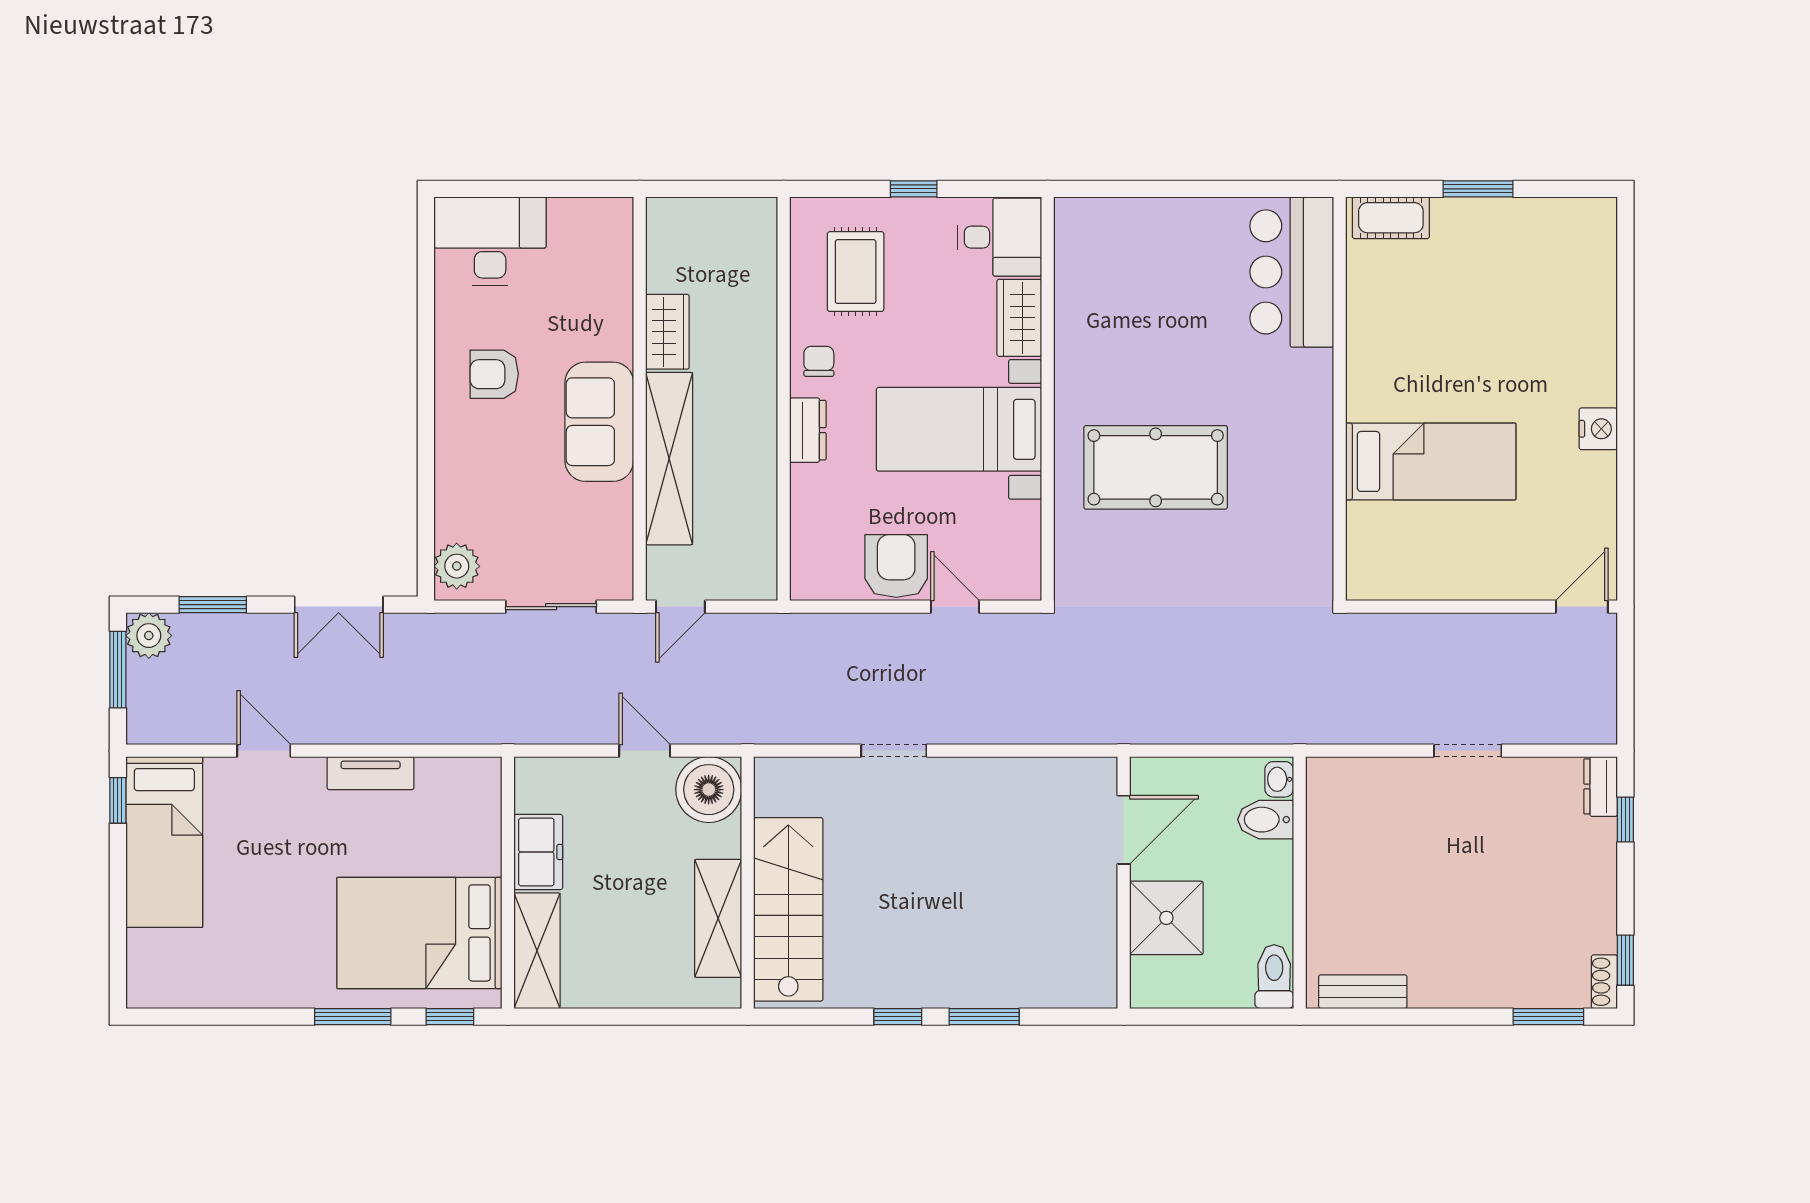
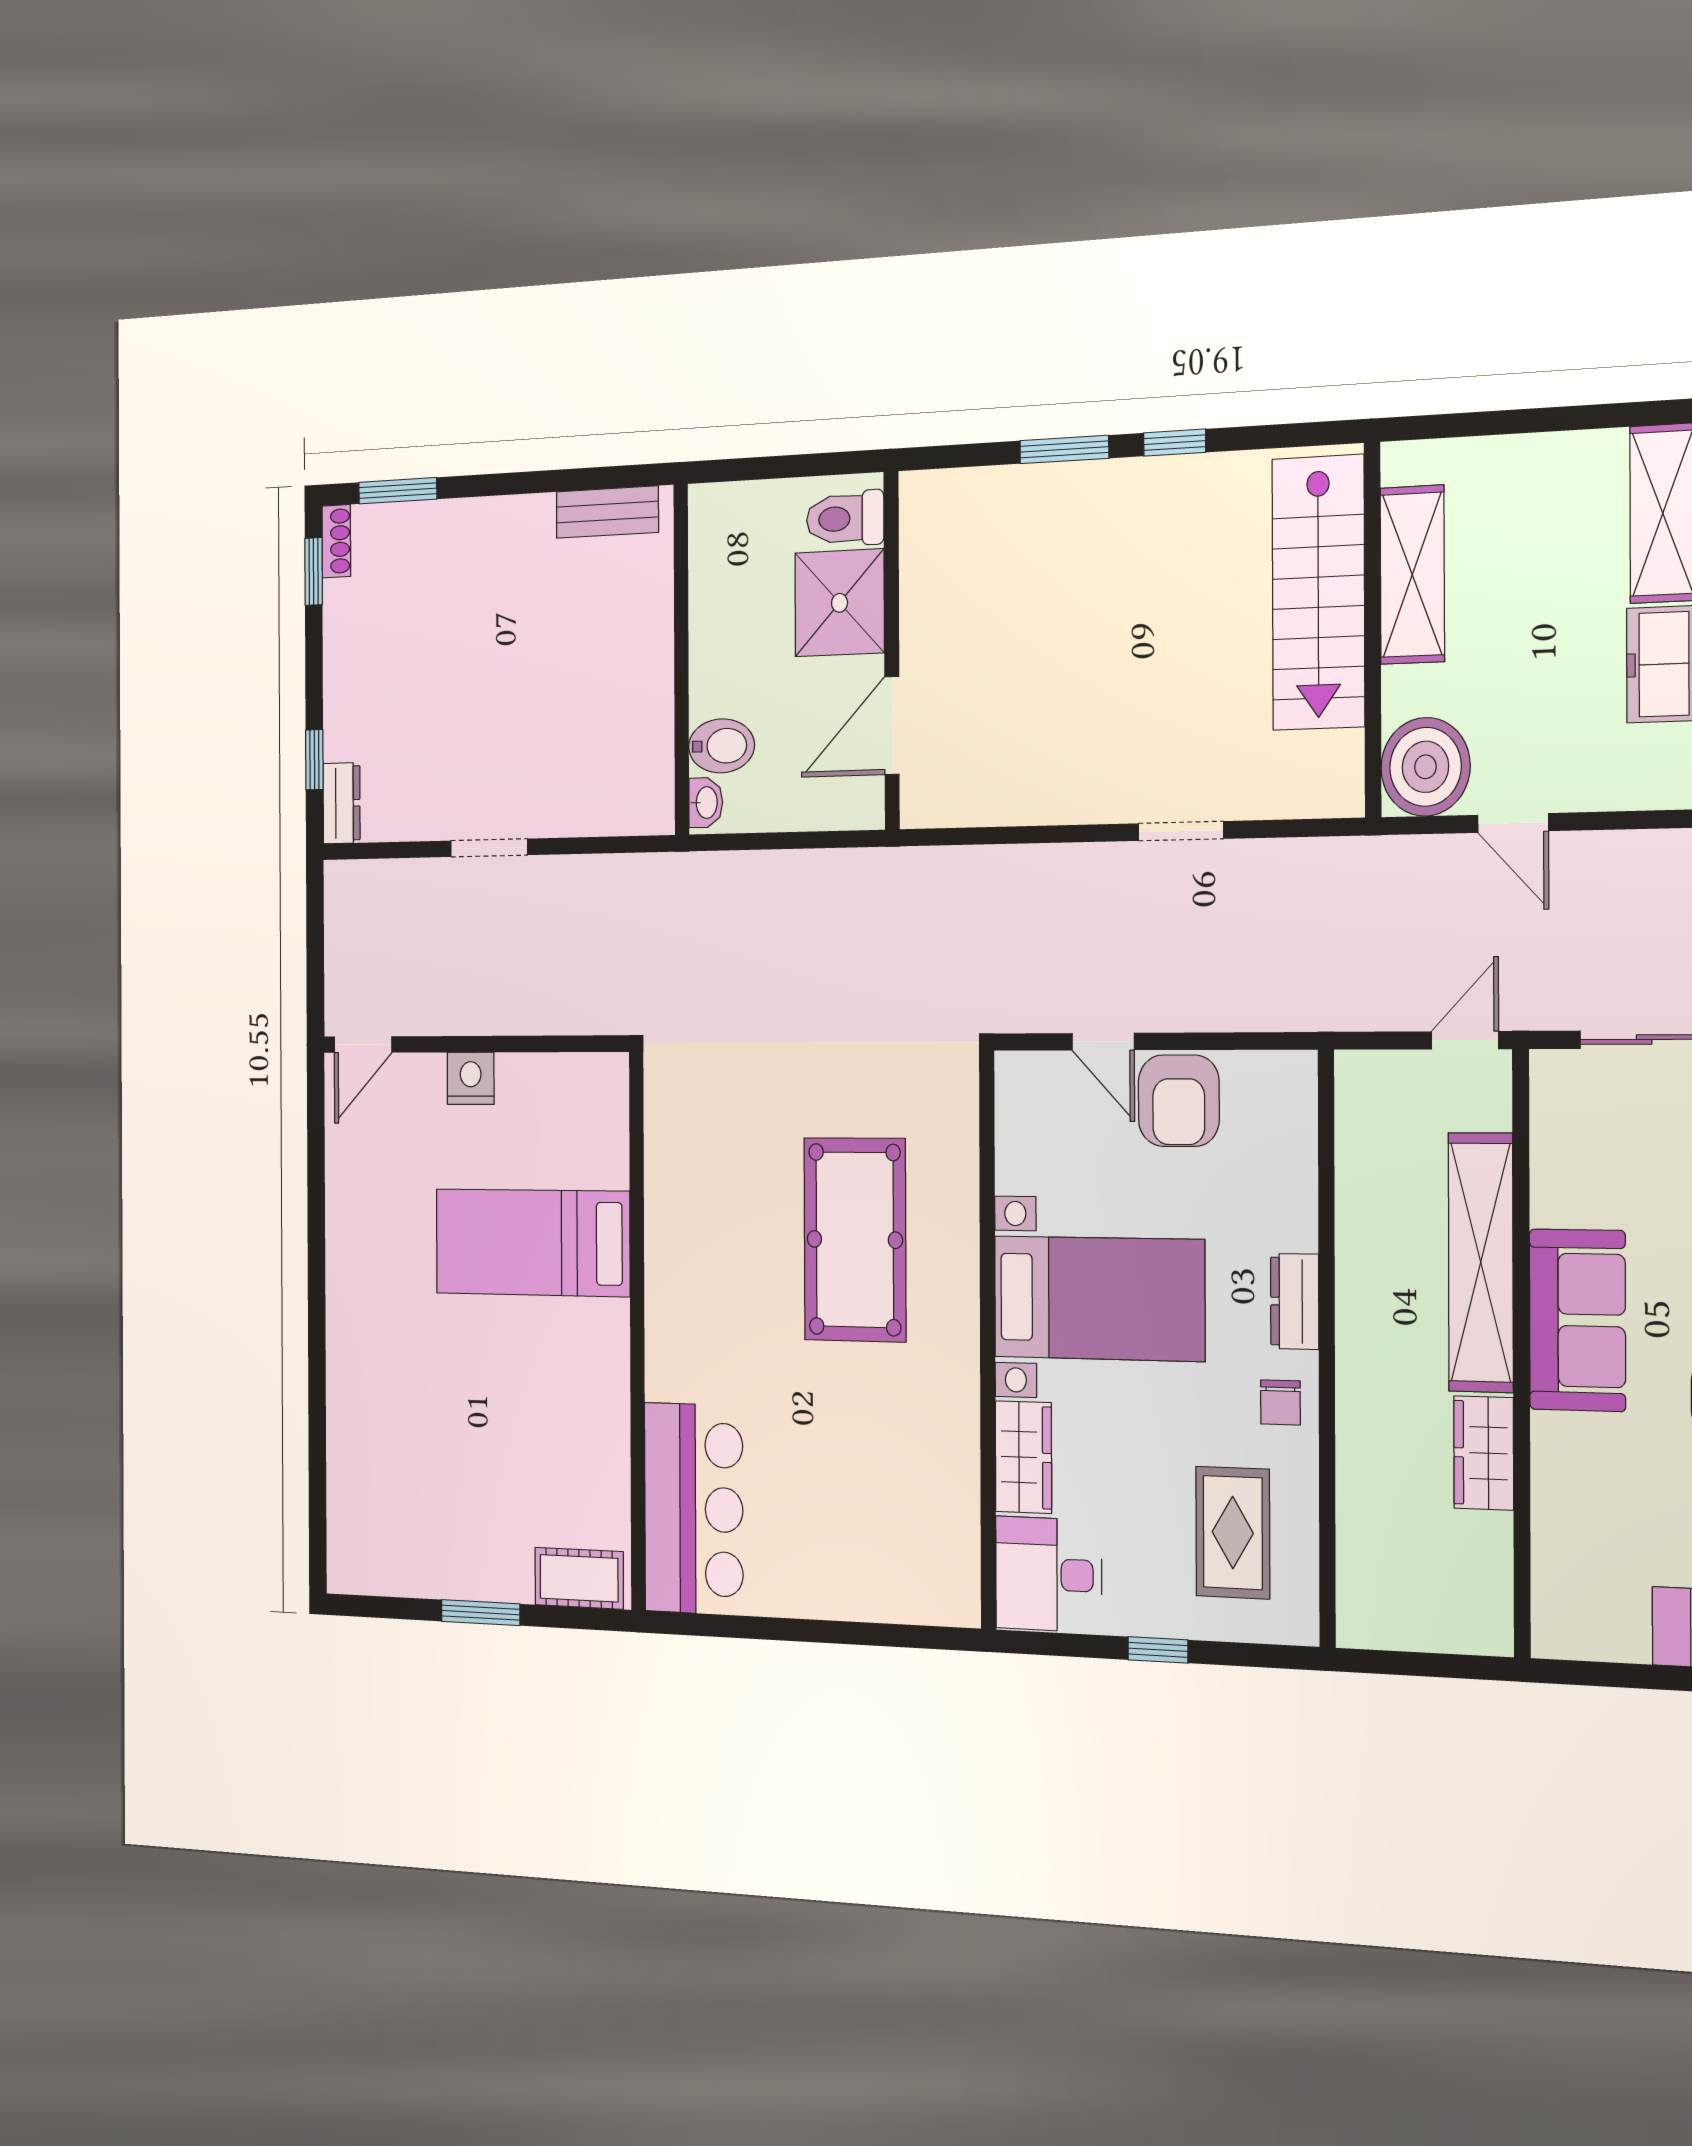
nightstand: (1598, 429) -> (471, 1078), moved, turned 90
pool table: (1156, 467) -> (855, 1240), turned 90
toilet: (1274, 977) -> (845, 519), moved, turned 90

